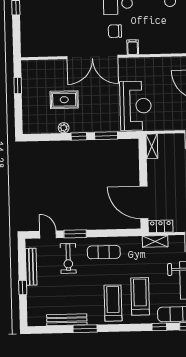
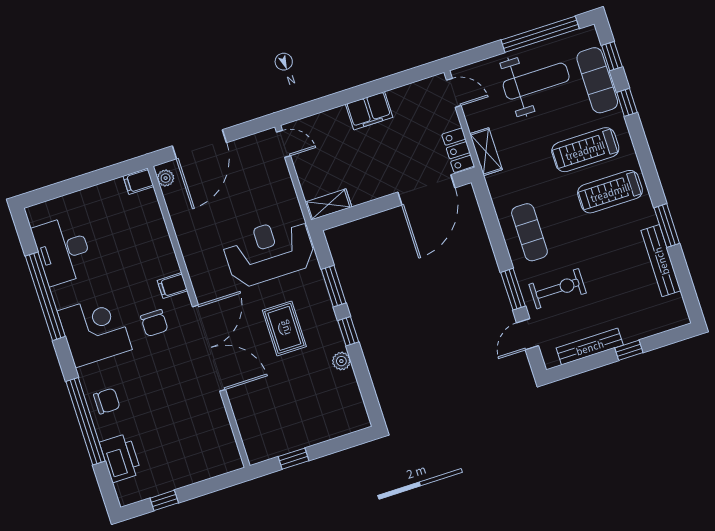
rug: (64, 100) -> (284, 328), moved

